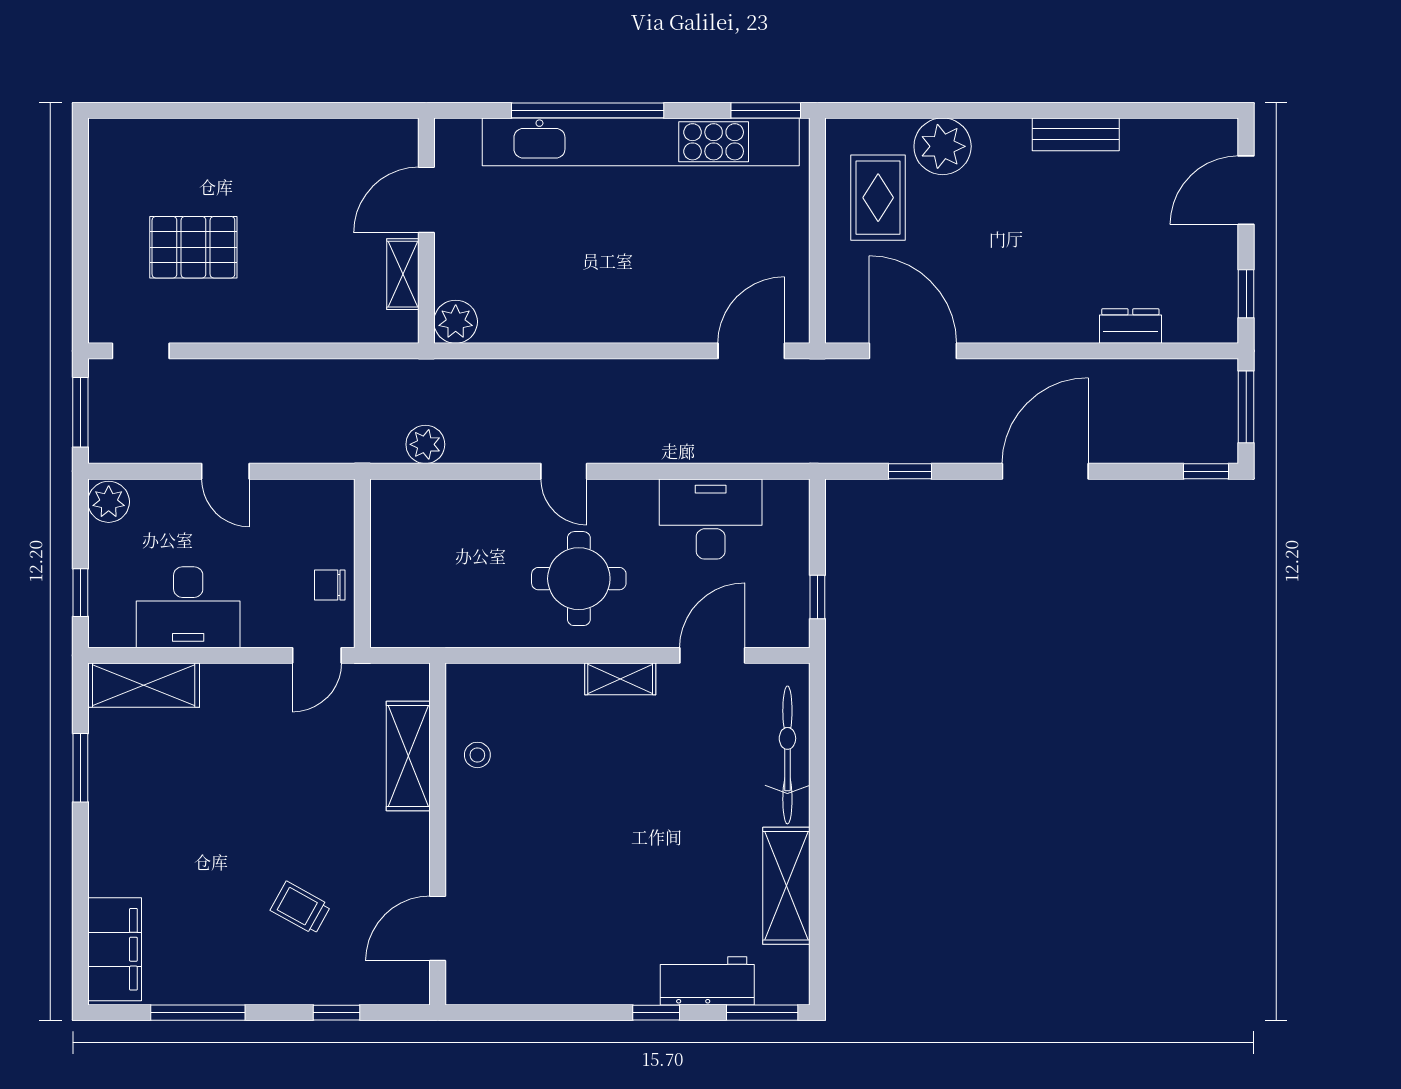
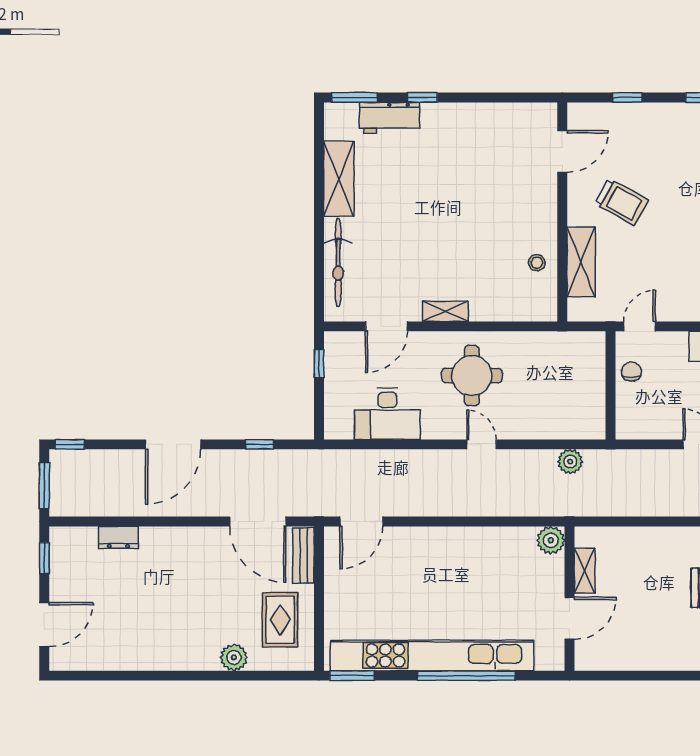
bench: (1076, 134) -> (304, 556), moved, turned 90
plant: (943, 146) -> (234, 657), width x0.73, depth x0.73
chair: (330, 585) -> (631, 371), turned -90
trolley: (300, 908) -> (621, 202), moved, width x1.36, depth x1.39

